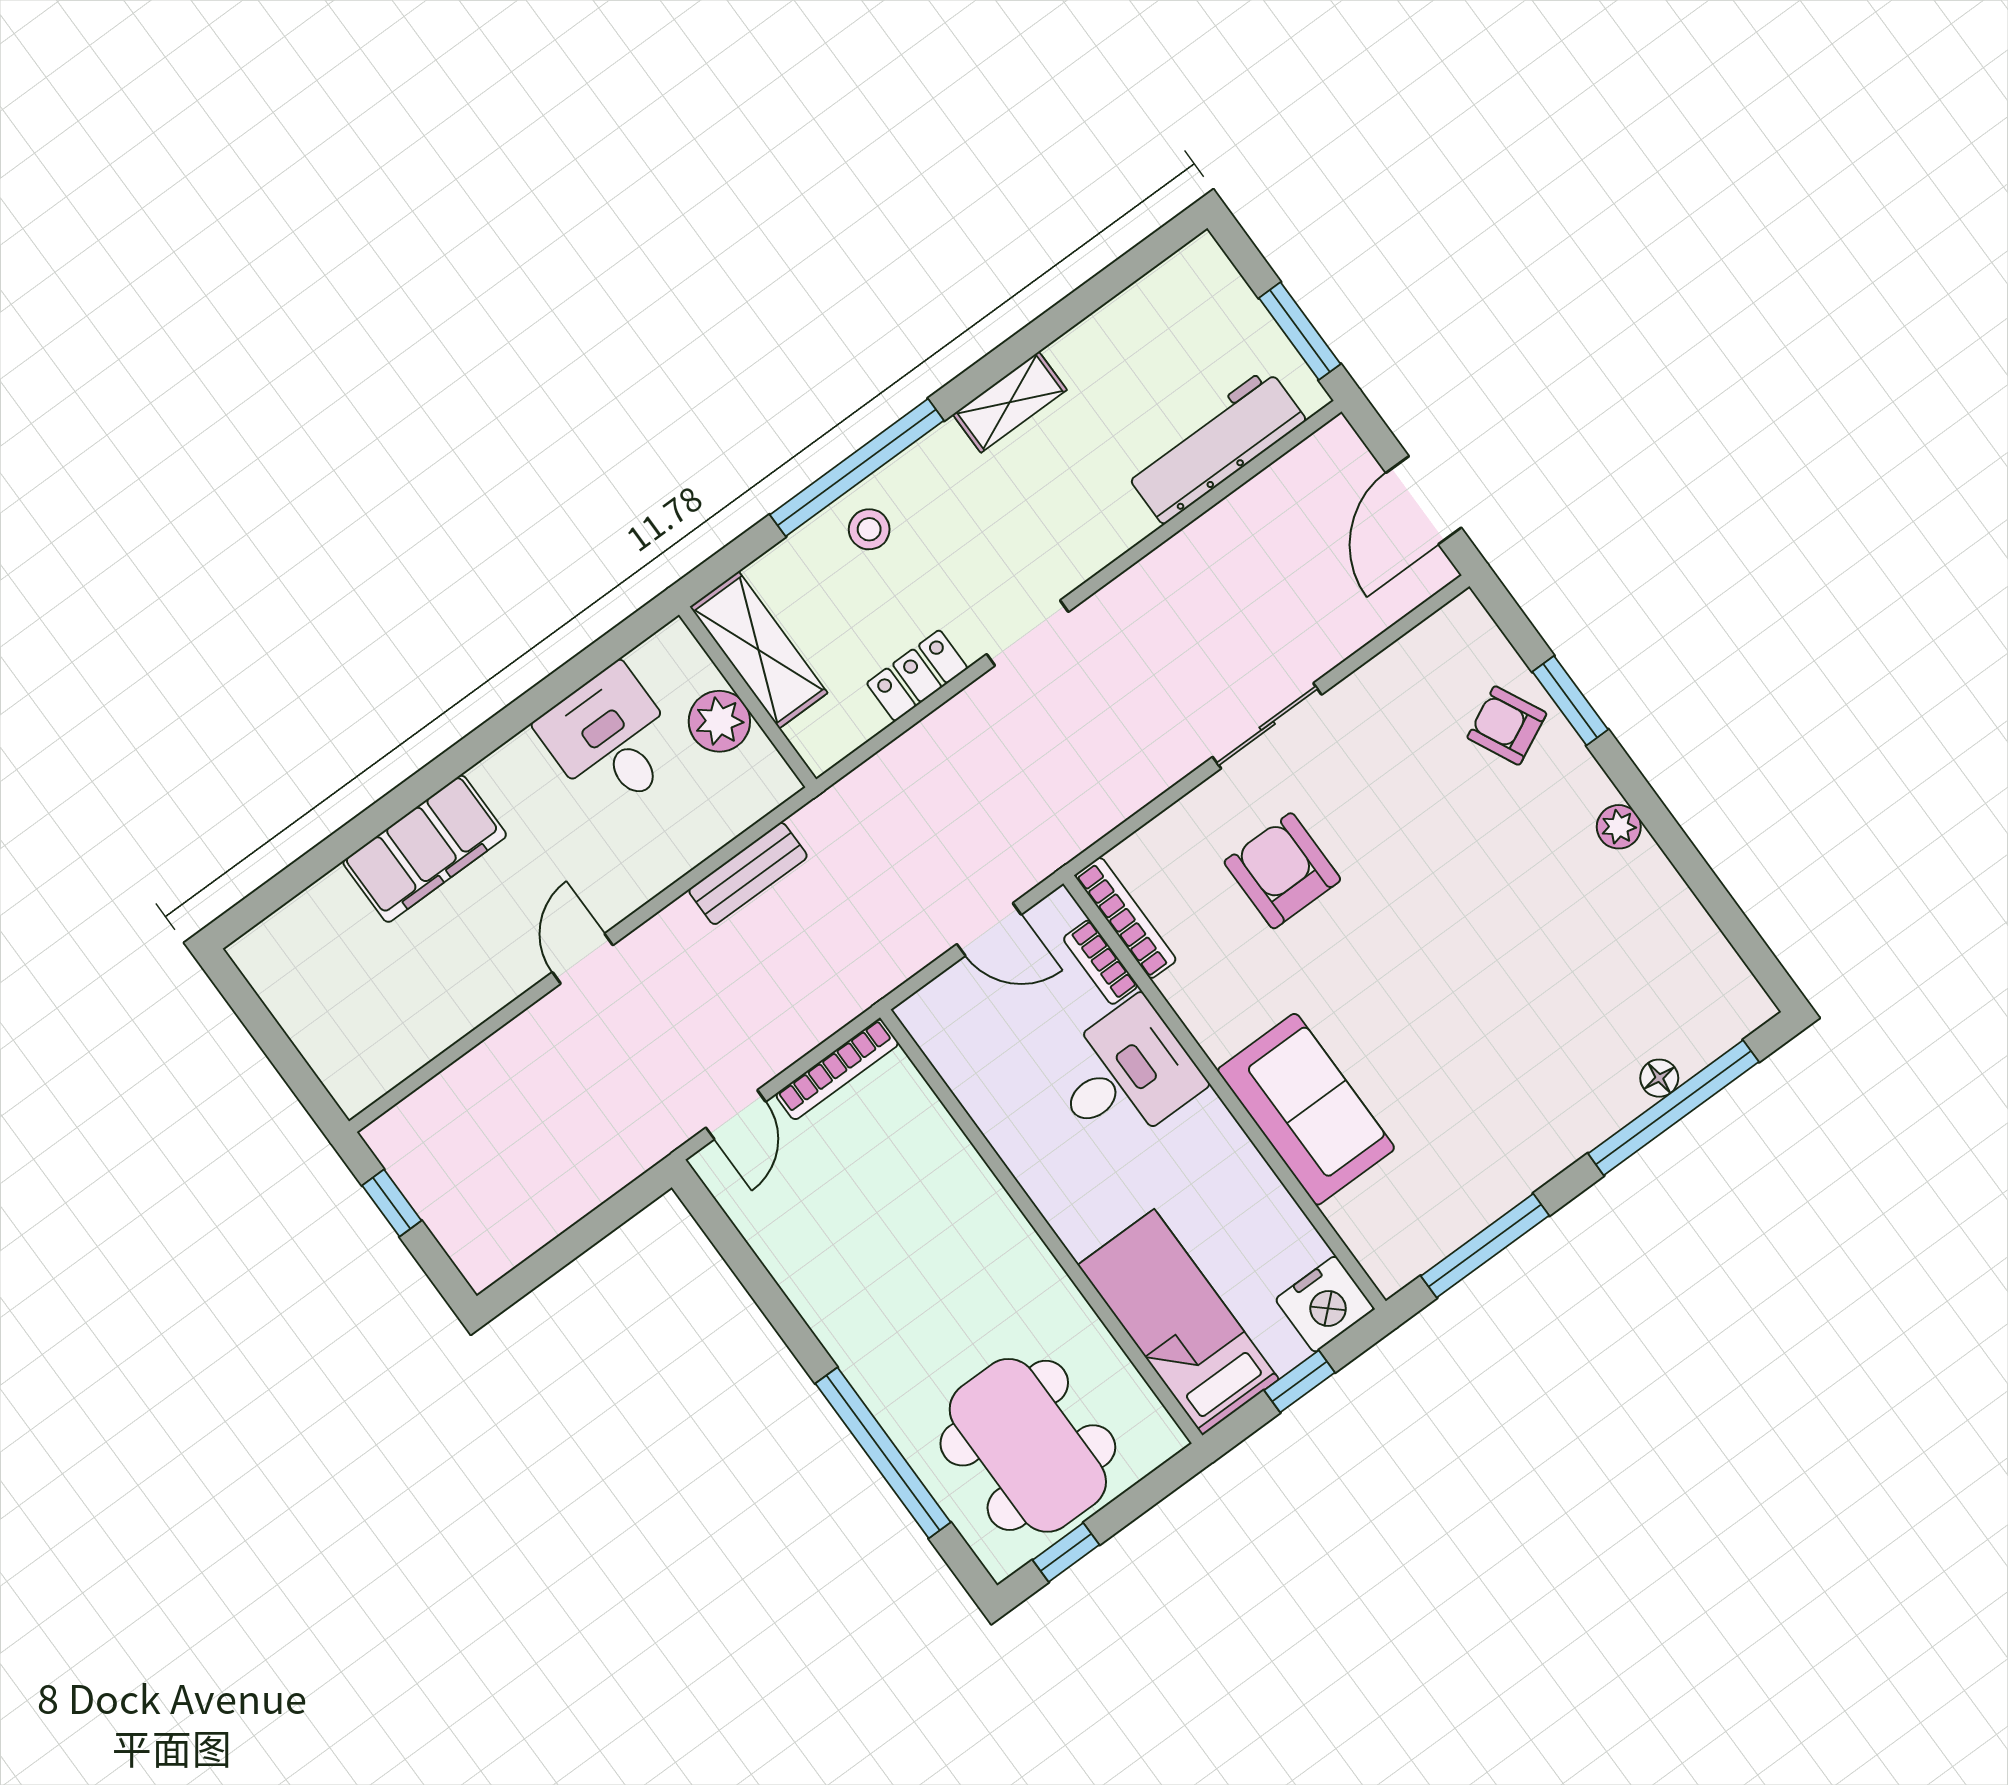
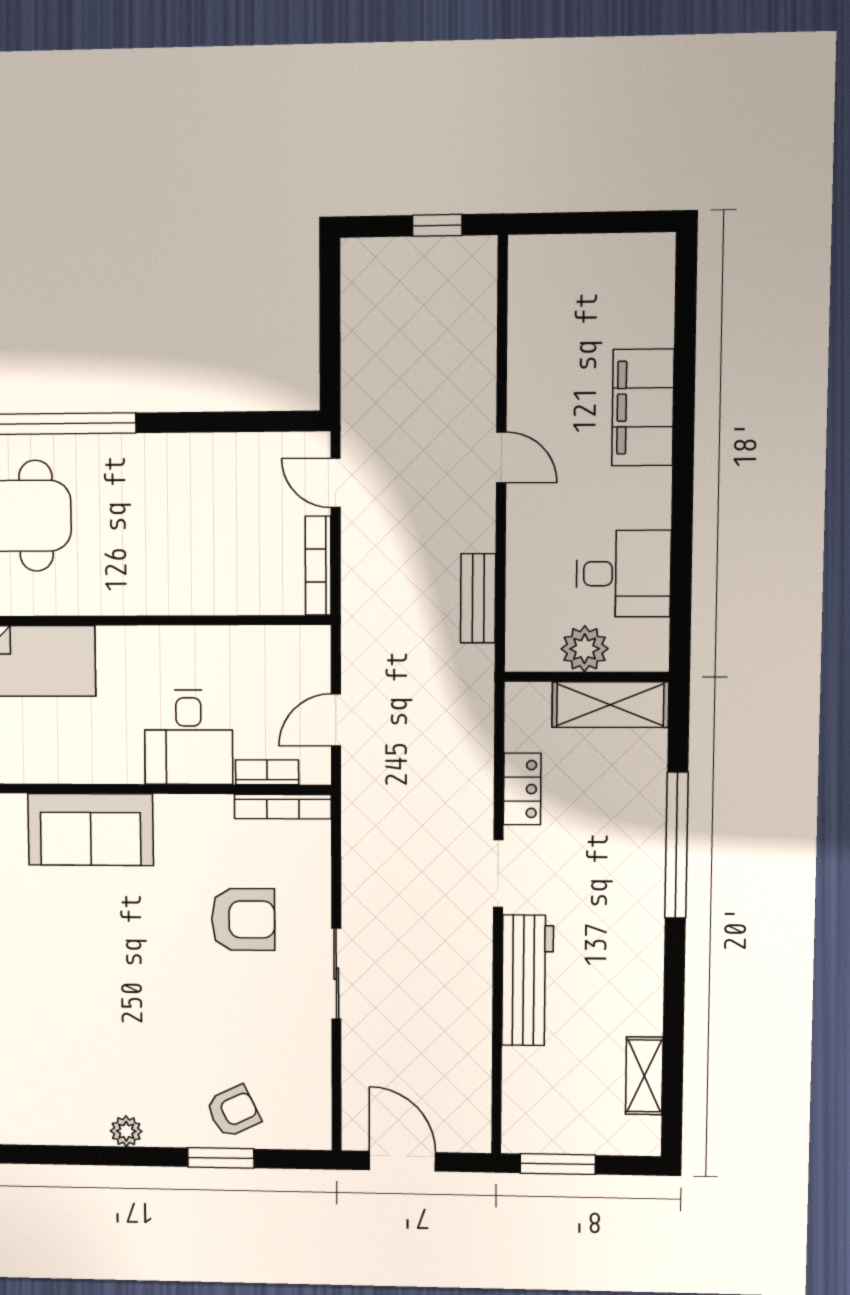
shelving: (1010, 402) -> (644, 1076), moved
workbench: (1215, 446) -> (528, 980), moved
stool: (869, 529) -> (633, 825), removed

